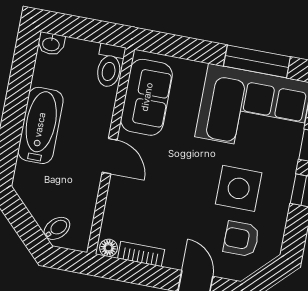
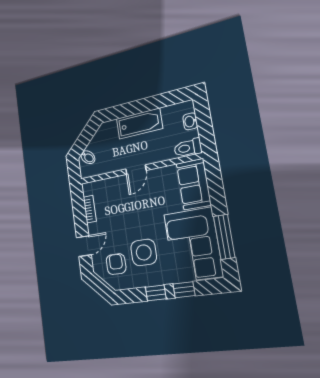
washbasin: (51, 44) -> (190, 121), moved
sofa: (147, 97) -> (194, 184), moved, turned 90
floor lamp: (109, 248) -> (87, 190), removed

